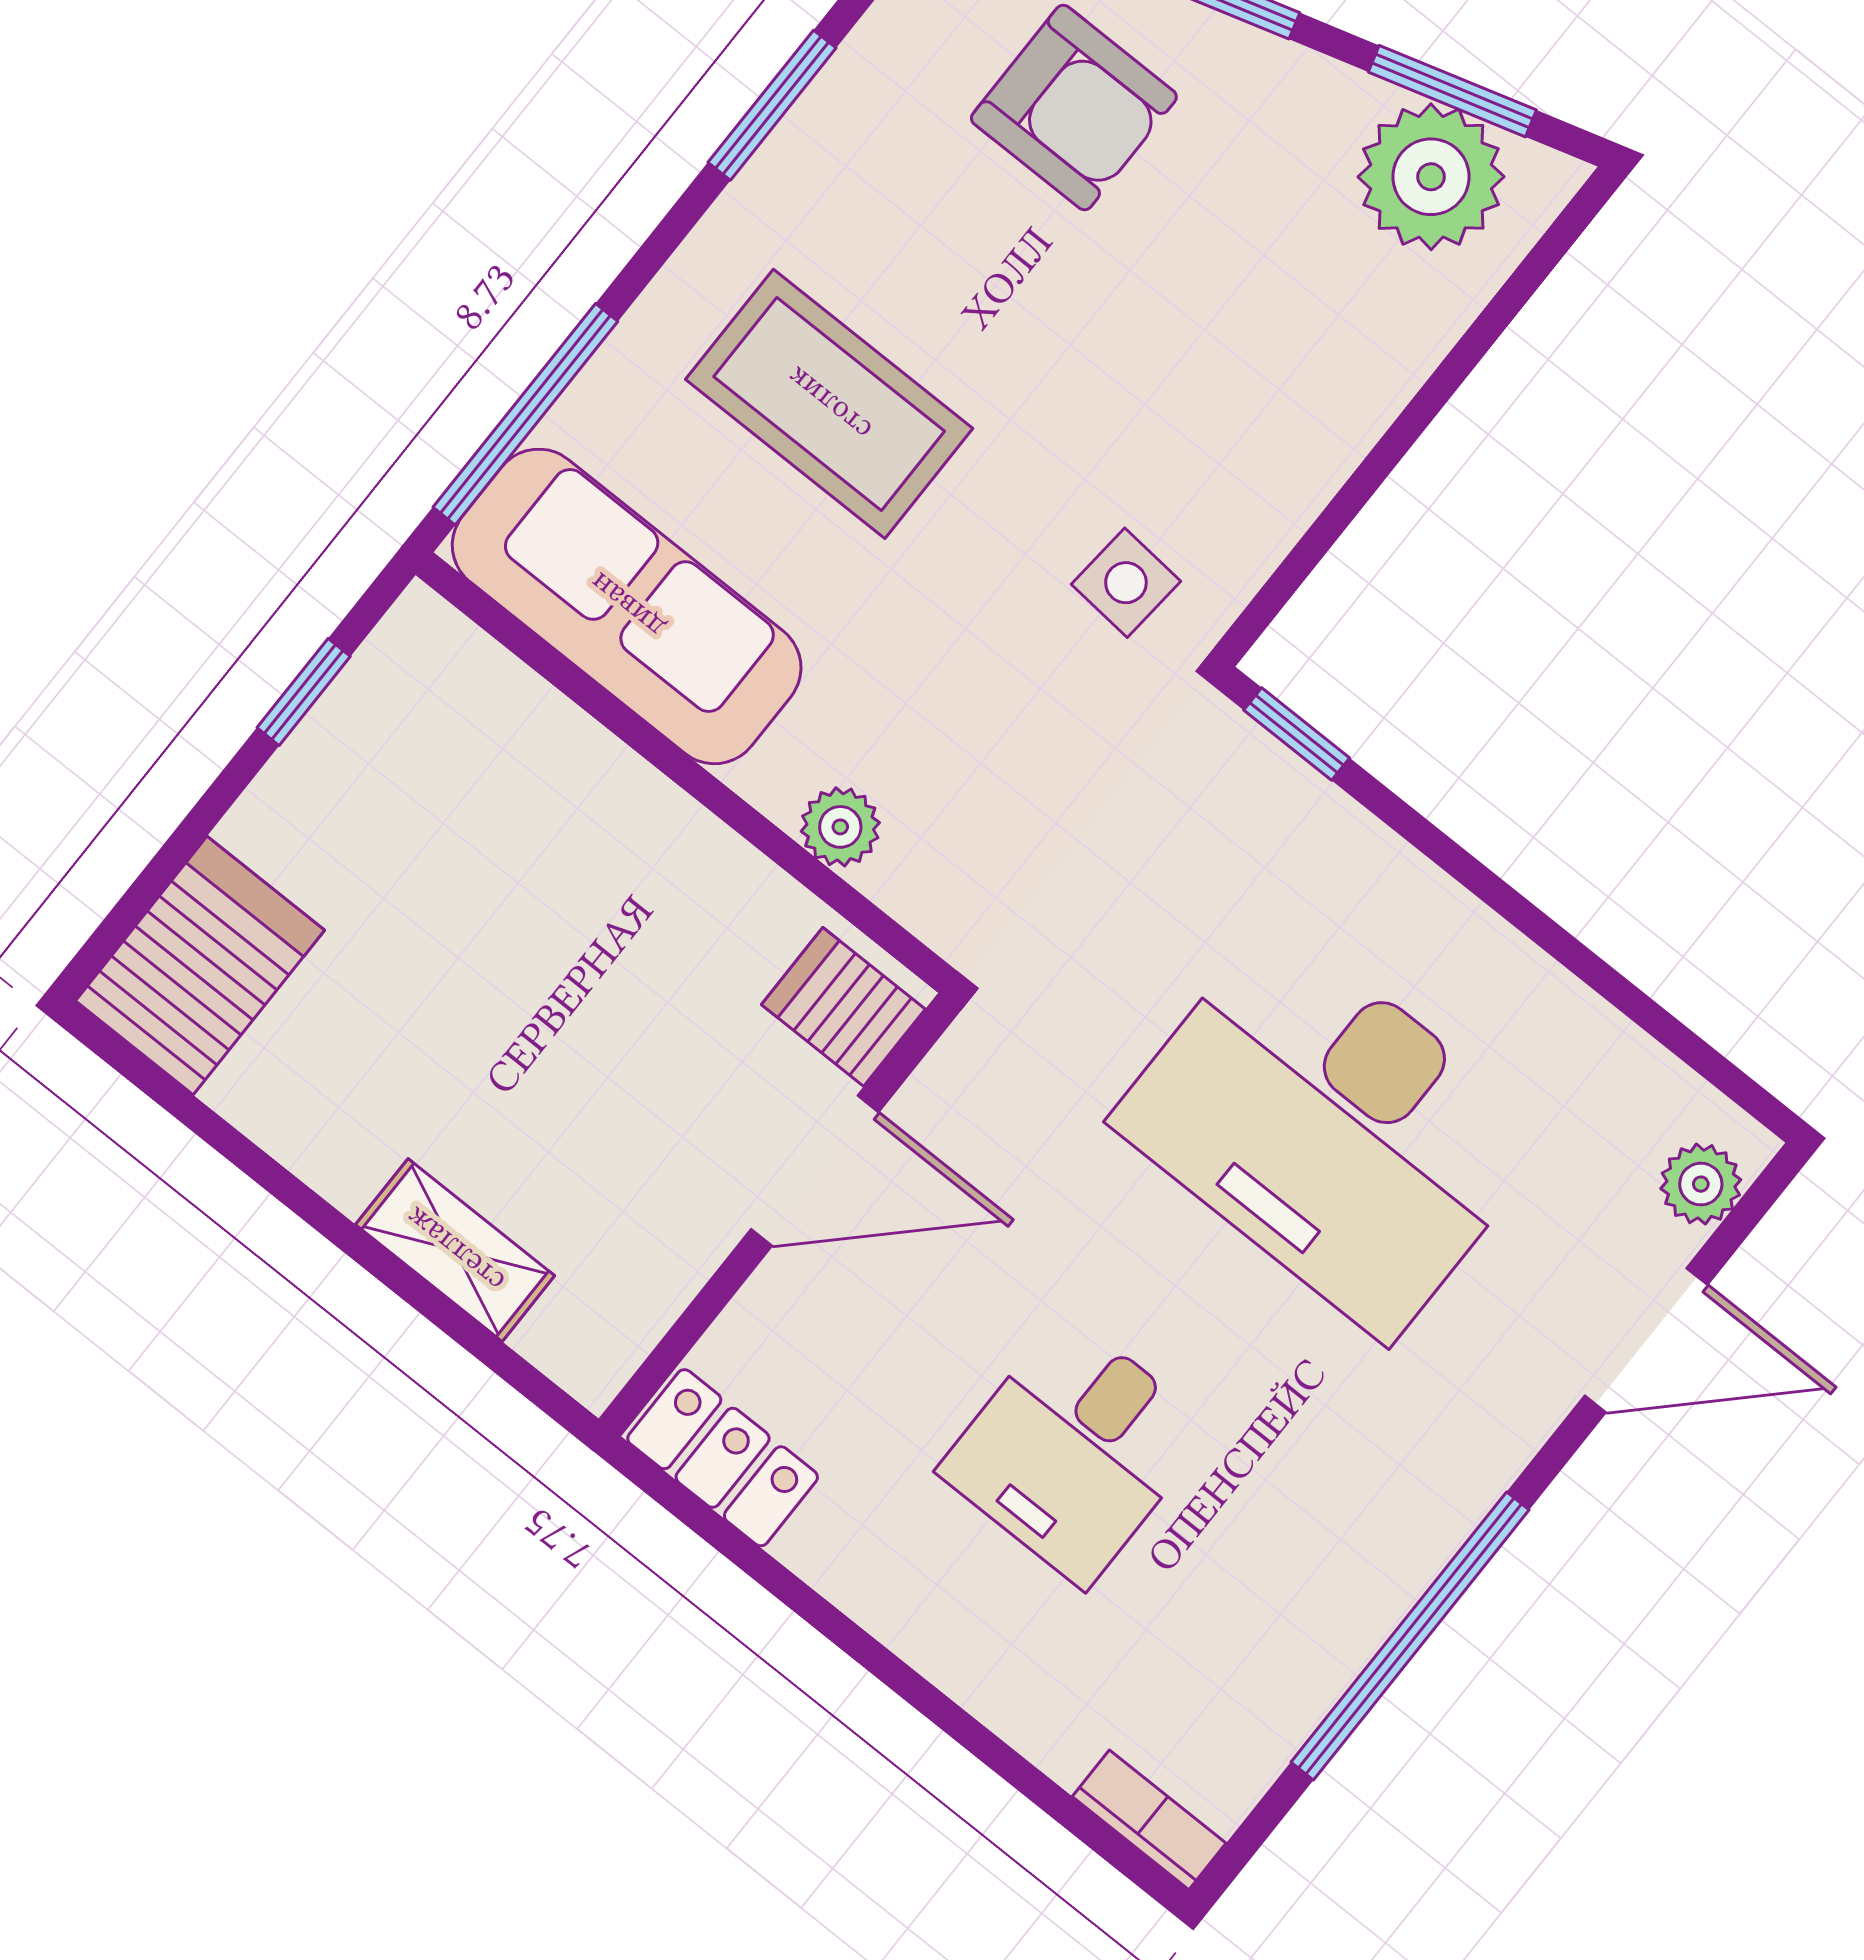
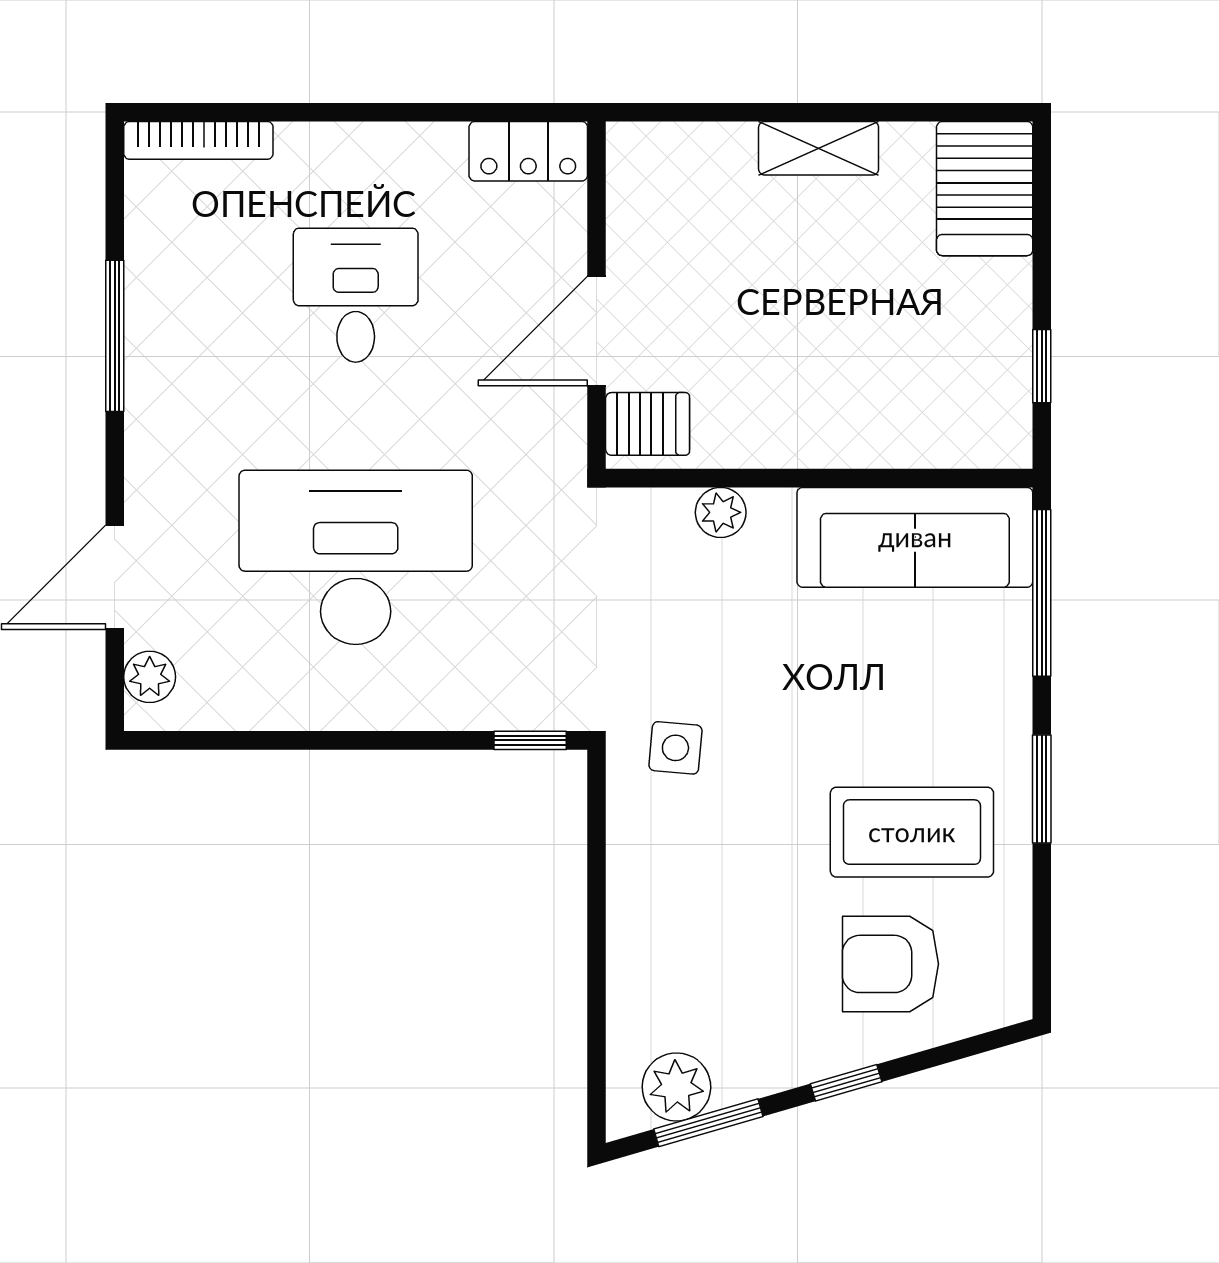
window: (772, 105) -> (1042, 789), moved
plant: (1431, 177) -> (676, 1087), width x0.73, depth x0.73
coffee table: (829, 404) -> (912, 832), moved
shelving: (455, 1250) -> (819, 148), moved
window: (1410, 1636) -> (115, 336), width x0.68
bookcase: (1149, 1820) -> (198, 140), width x1.56

